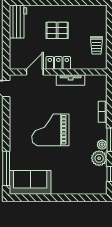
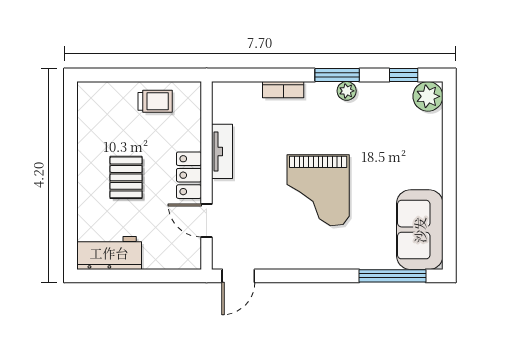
plant: (99, 158) -> (428, 96), moved

